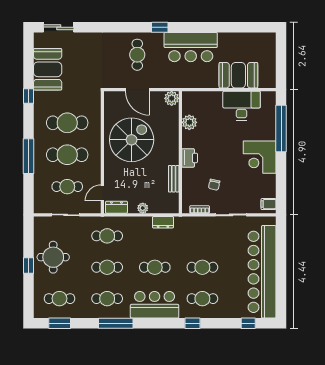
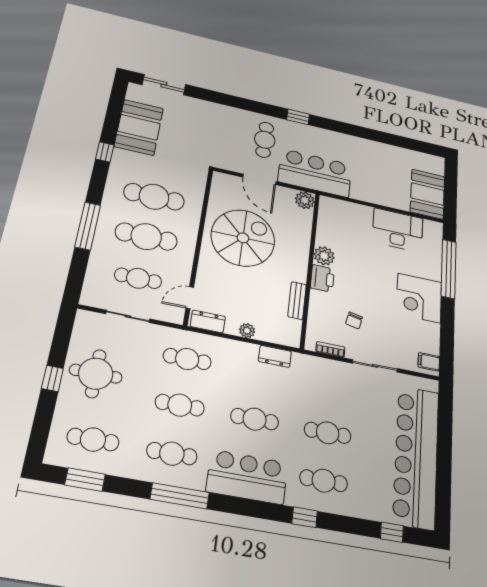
bar counter: (191, 47) -> (315, 173), moved, turned 180
booth: (238, 75) -> (427, 194), moved, turned 90
plant: (189, 122) -> (324, 256), moved

